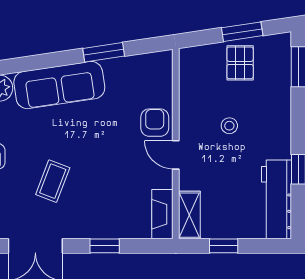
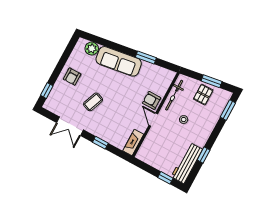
bicycle: (189, 92) -> (174, 95), added
armchair: (155, 123) -> (152, 100), turned -90
shelving: (189, 215) -> (145, 149), removed
window: (224, 246) -> (165, 178), moved

